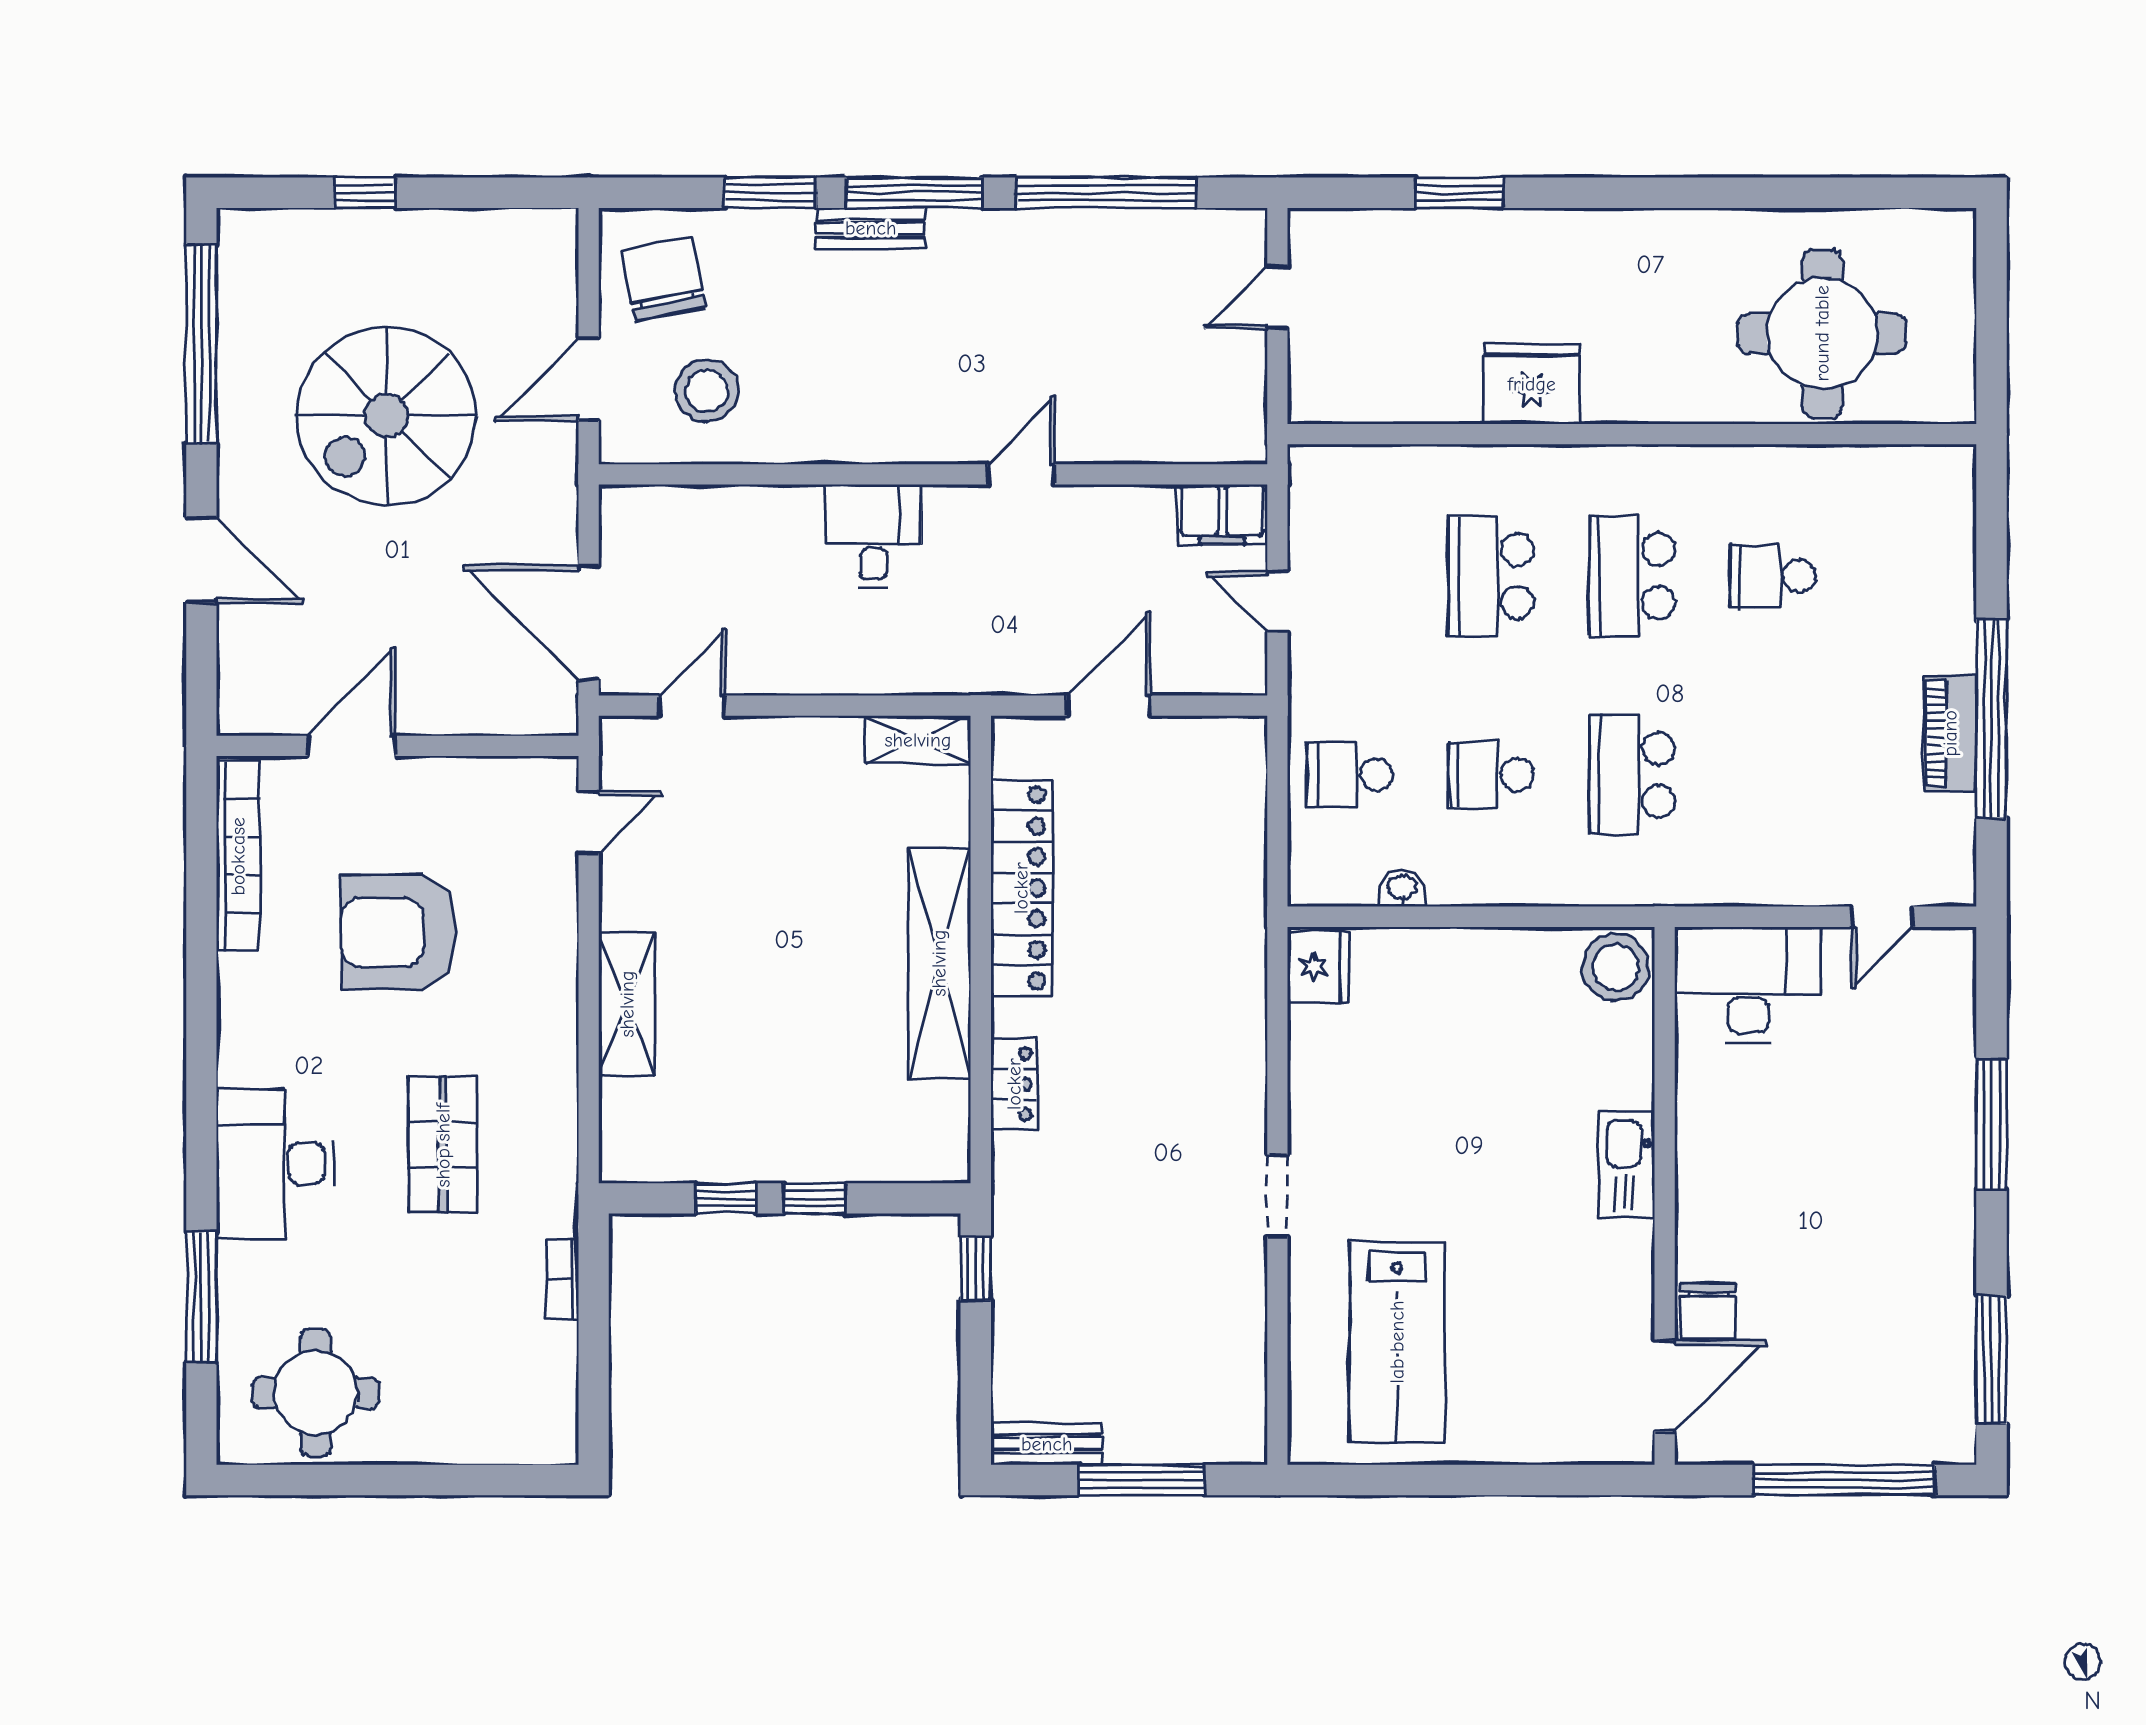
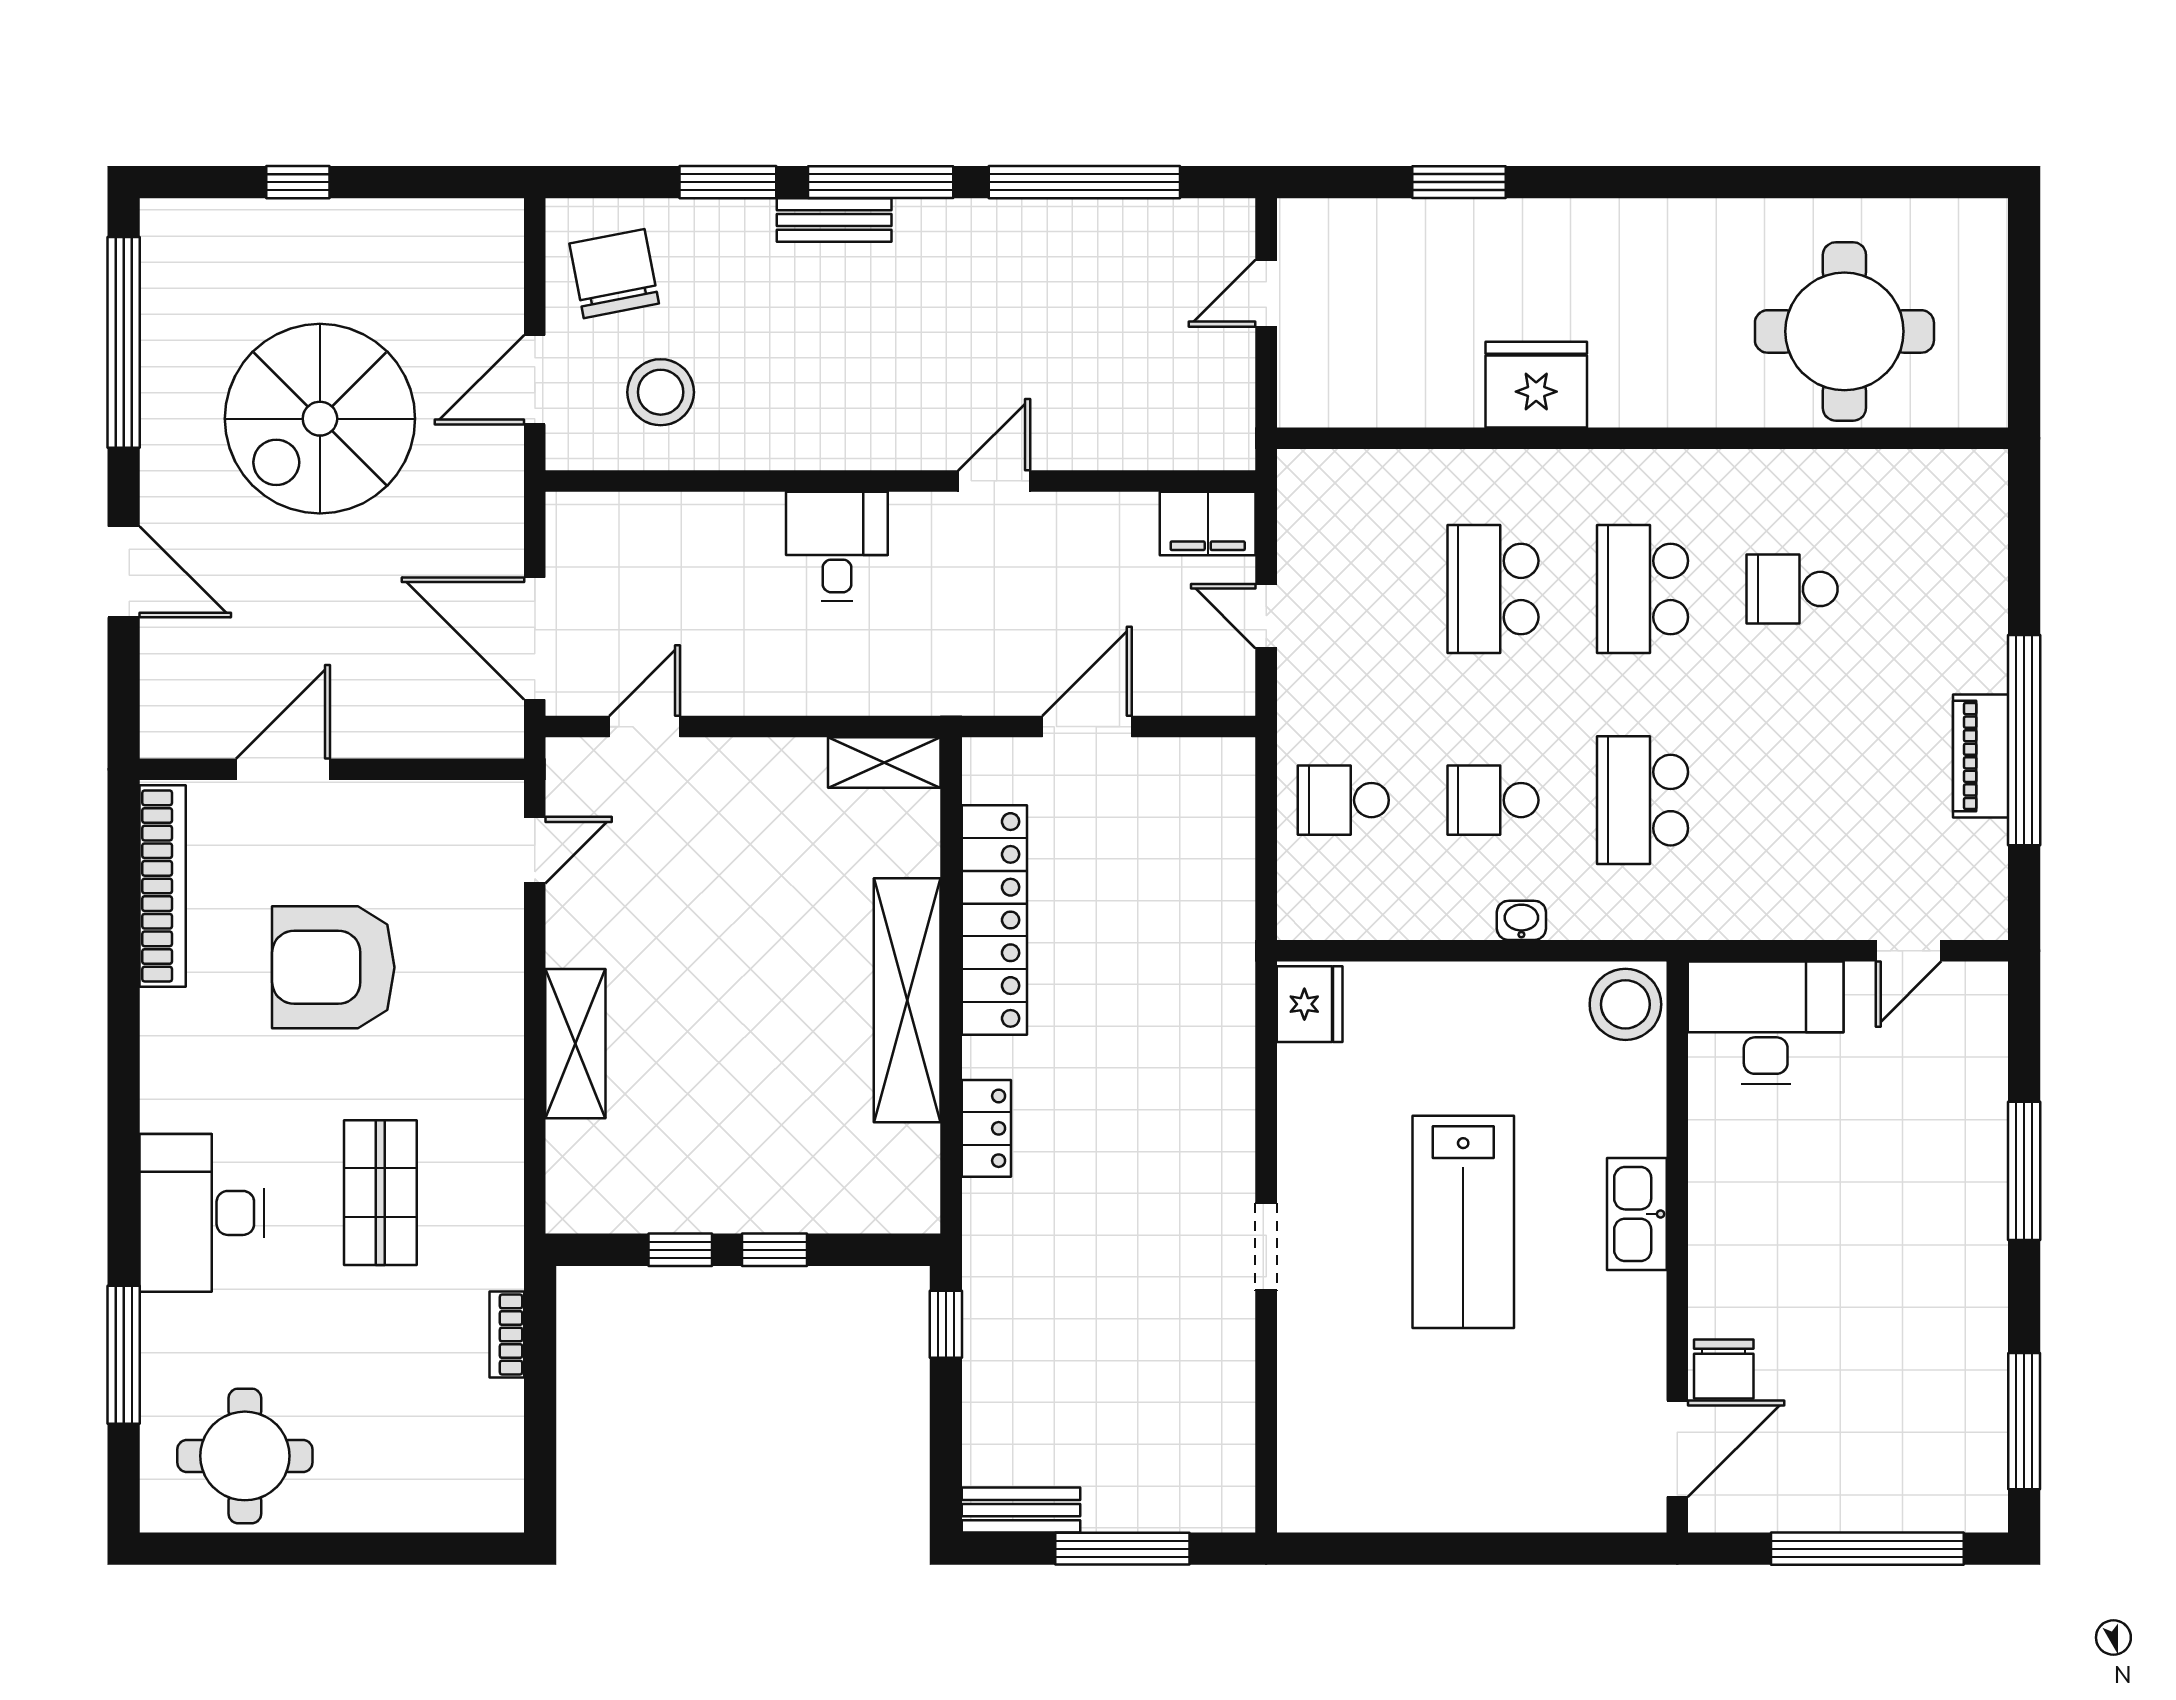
washbasin: (1402, 888) -> (1521, 920), moved
lab bench: (1397, 1342) -> (1463, 1222), moved

